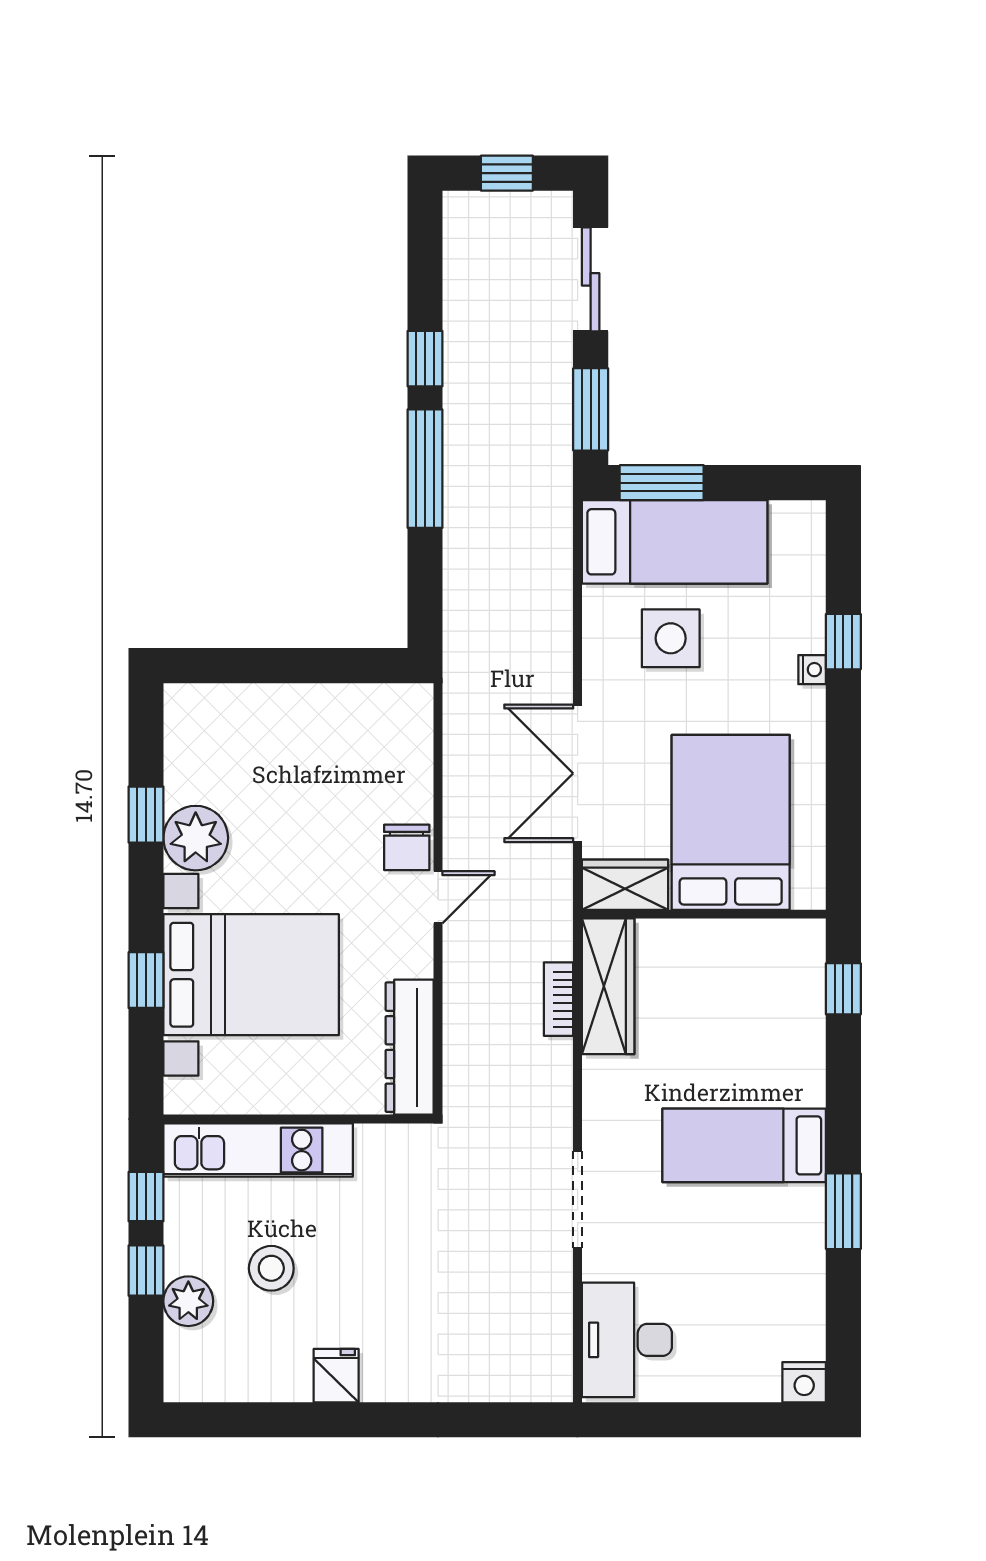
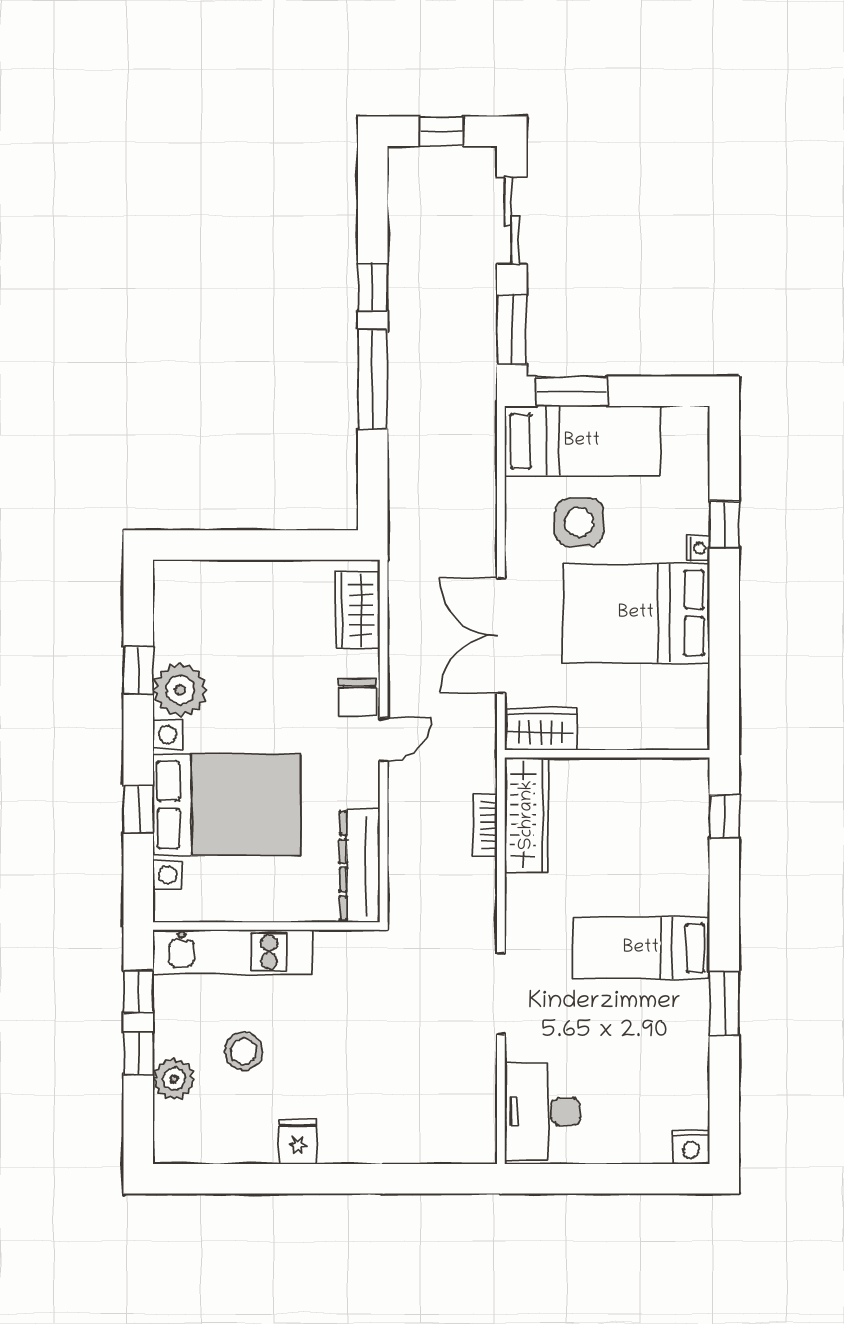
wardrobe: (407, 743) -> (358, 610), added
bed: (731, 822) -> (636, 613), moved, turned -90

